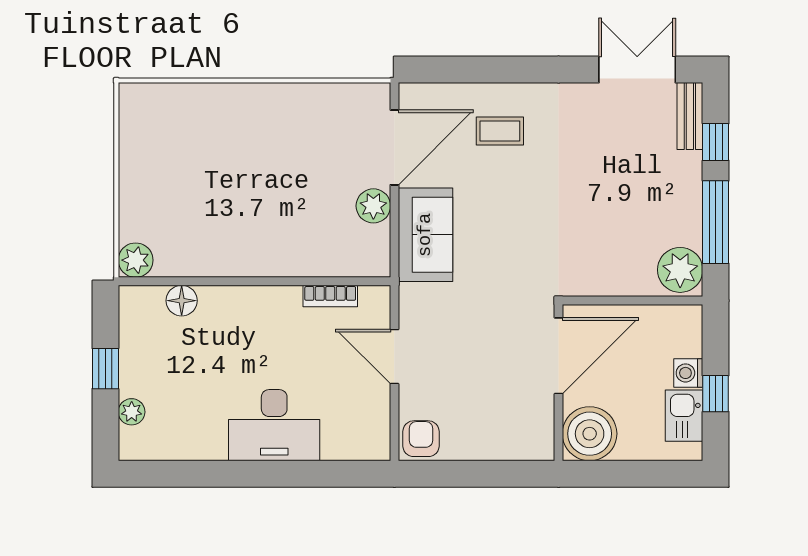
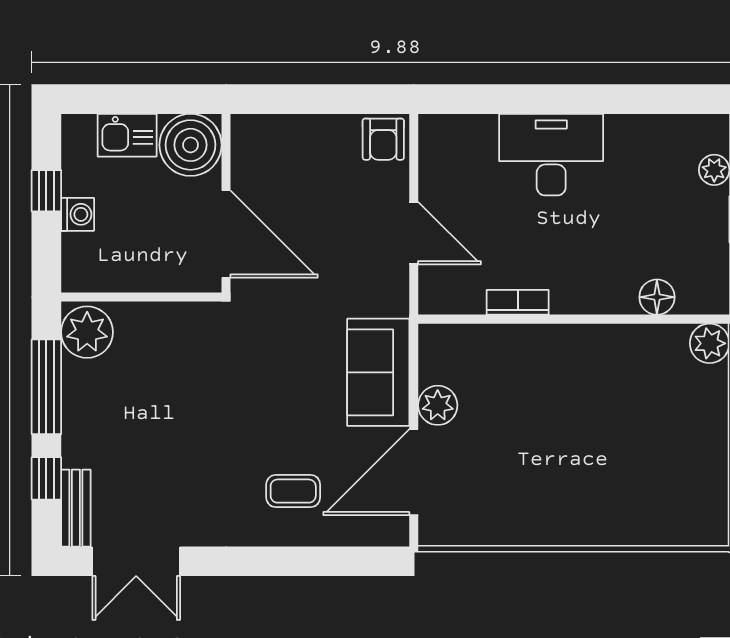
bookcase: (330, 296) -> (518, 302), moved
door: (559, 356) -> (226, 234), swing flipped
kitchen sink: (684, 416) -> (127, 135), moved, turned 90

